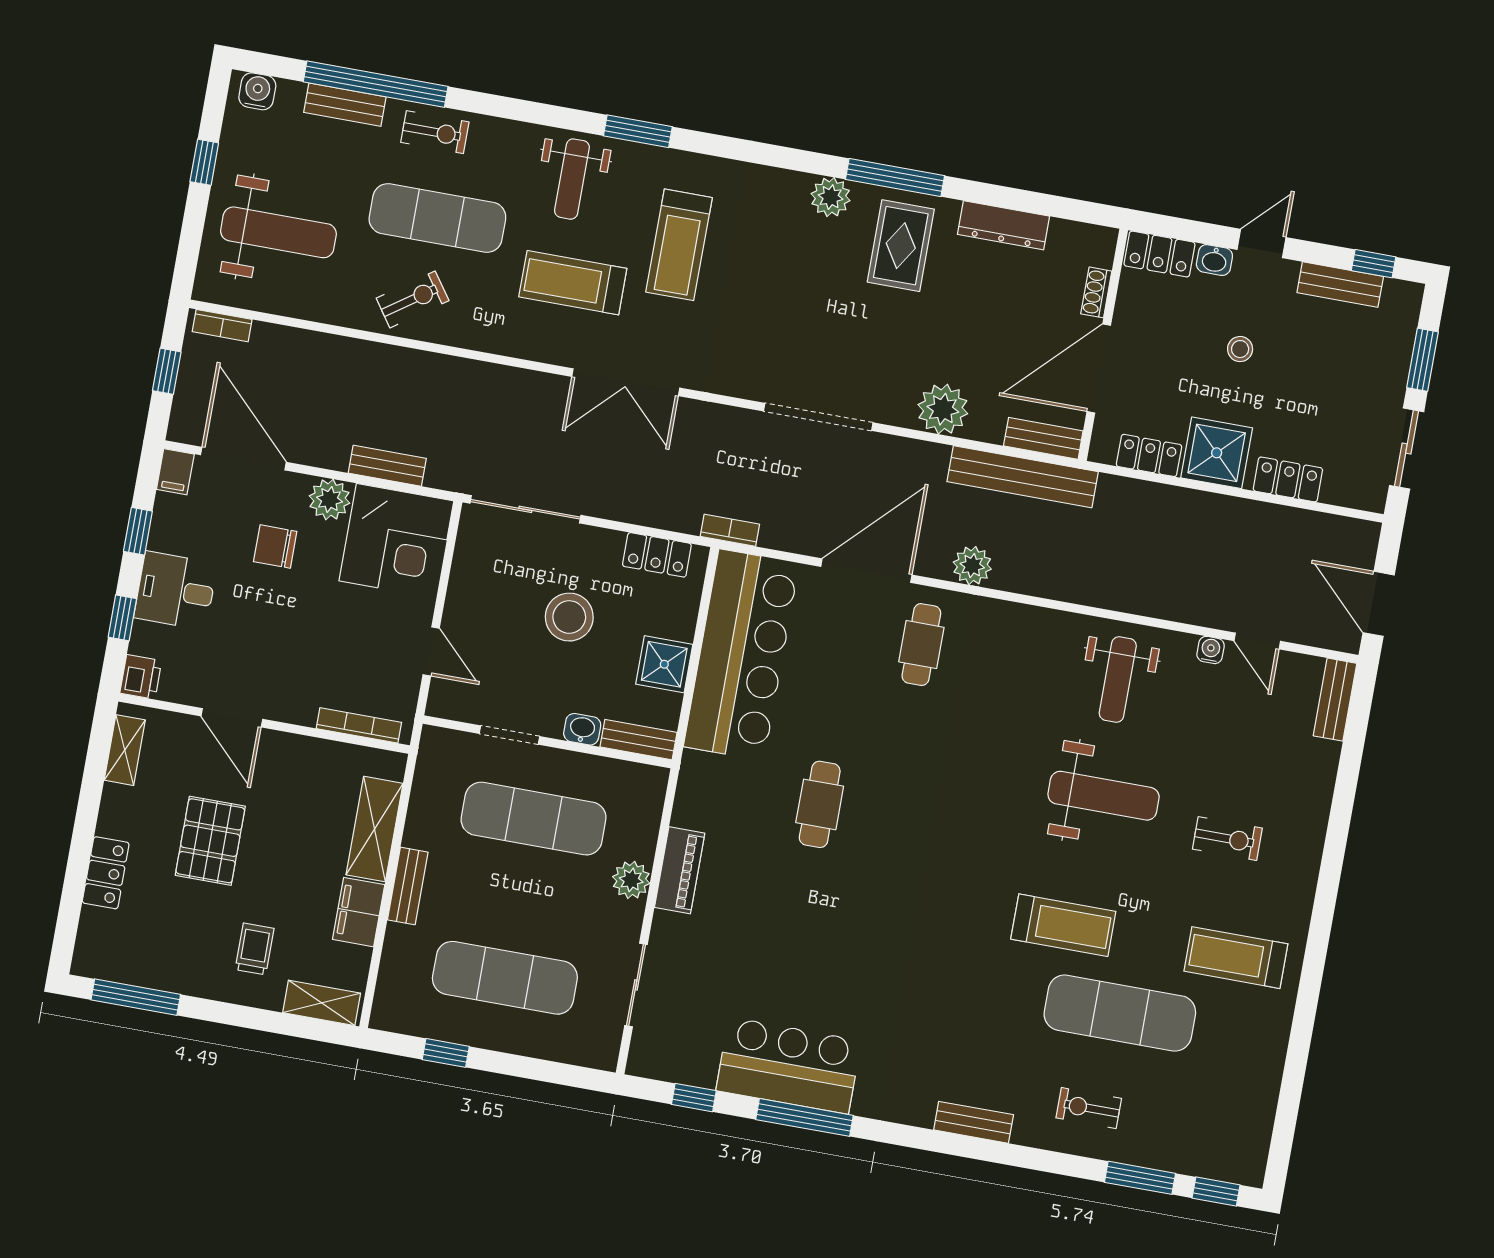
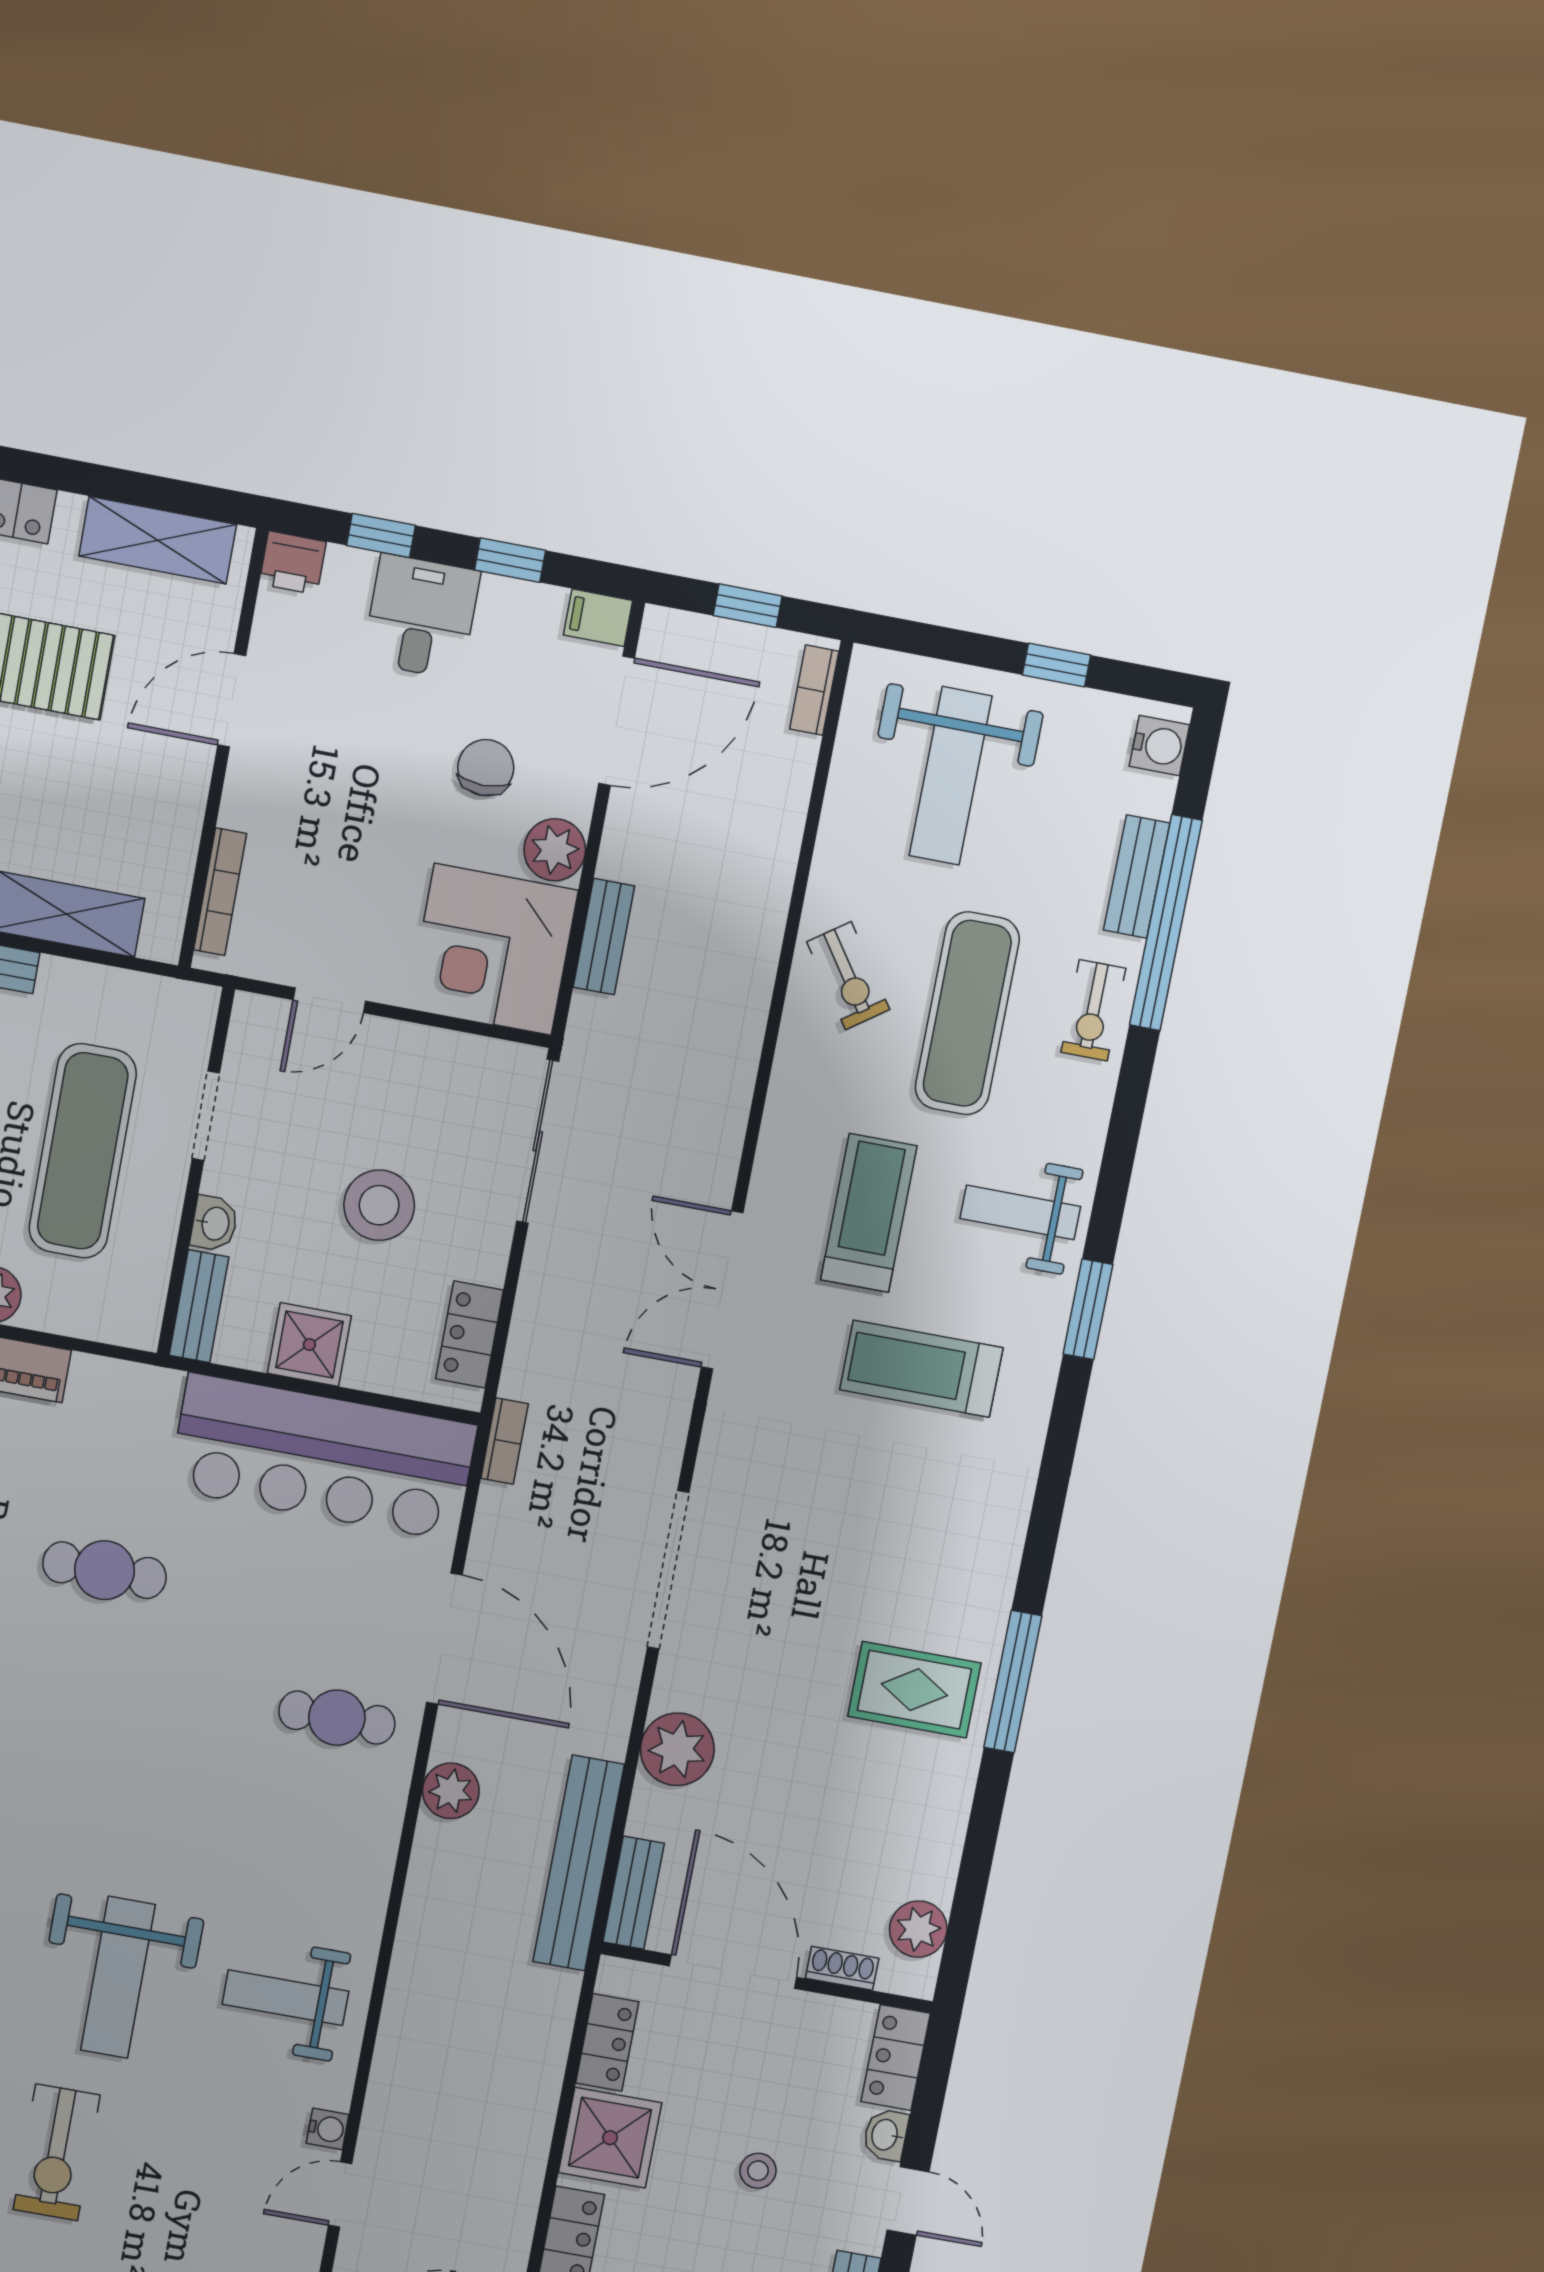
plant: (831, 197) -> (918, 1929), moved
dresser: (1004, 225) -> (941, 1837), removed
shelving: (125, 750) -> (158, 540), width x1.50, depth x1.33
exercise bike: (1227, 839) -> (57, 2152), width x1.38, depth x1.39

